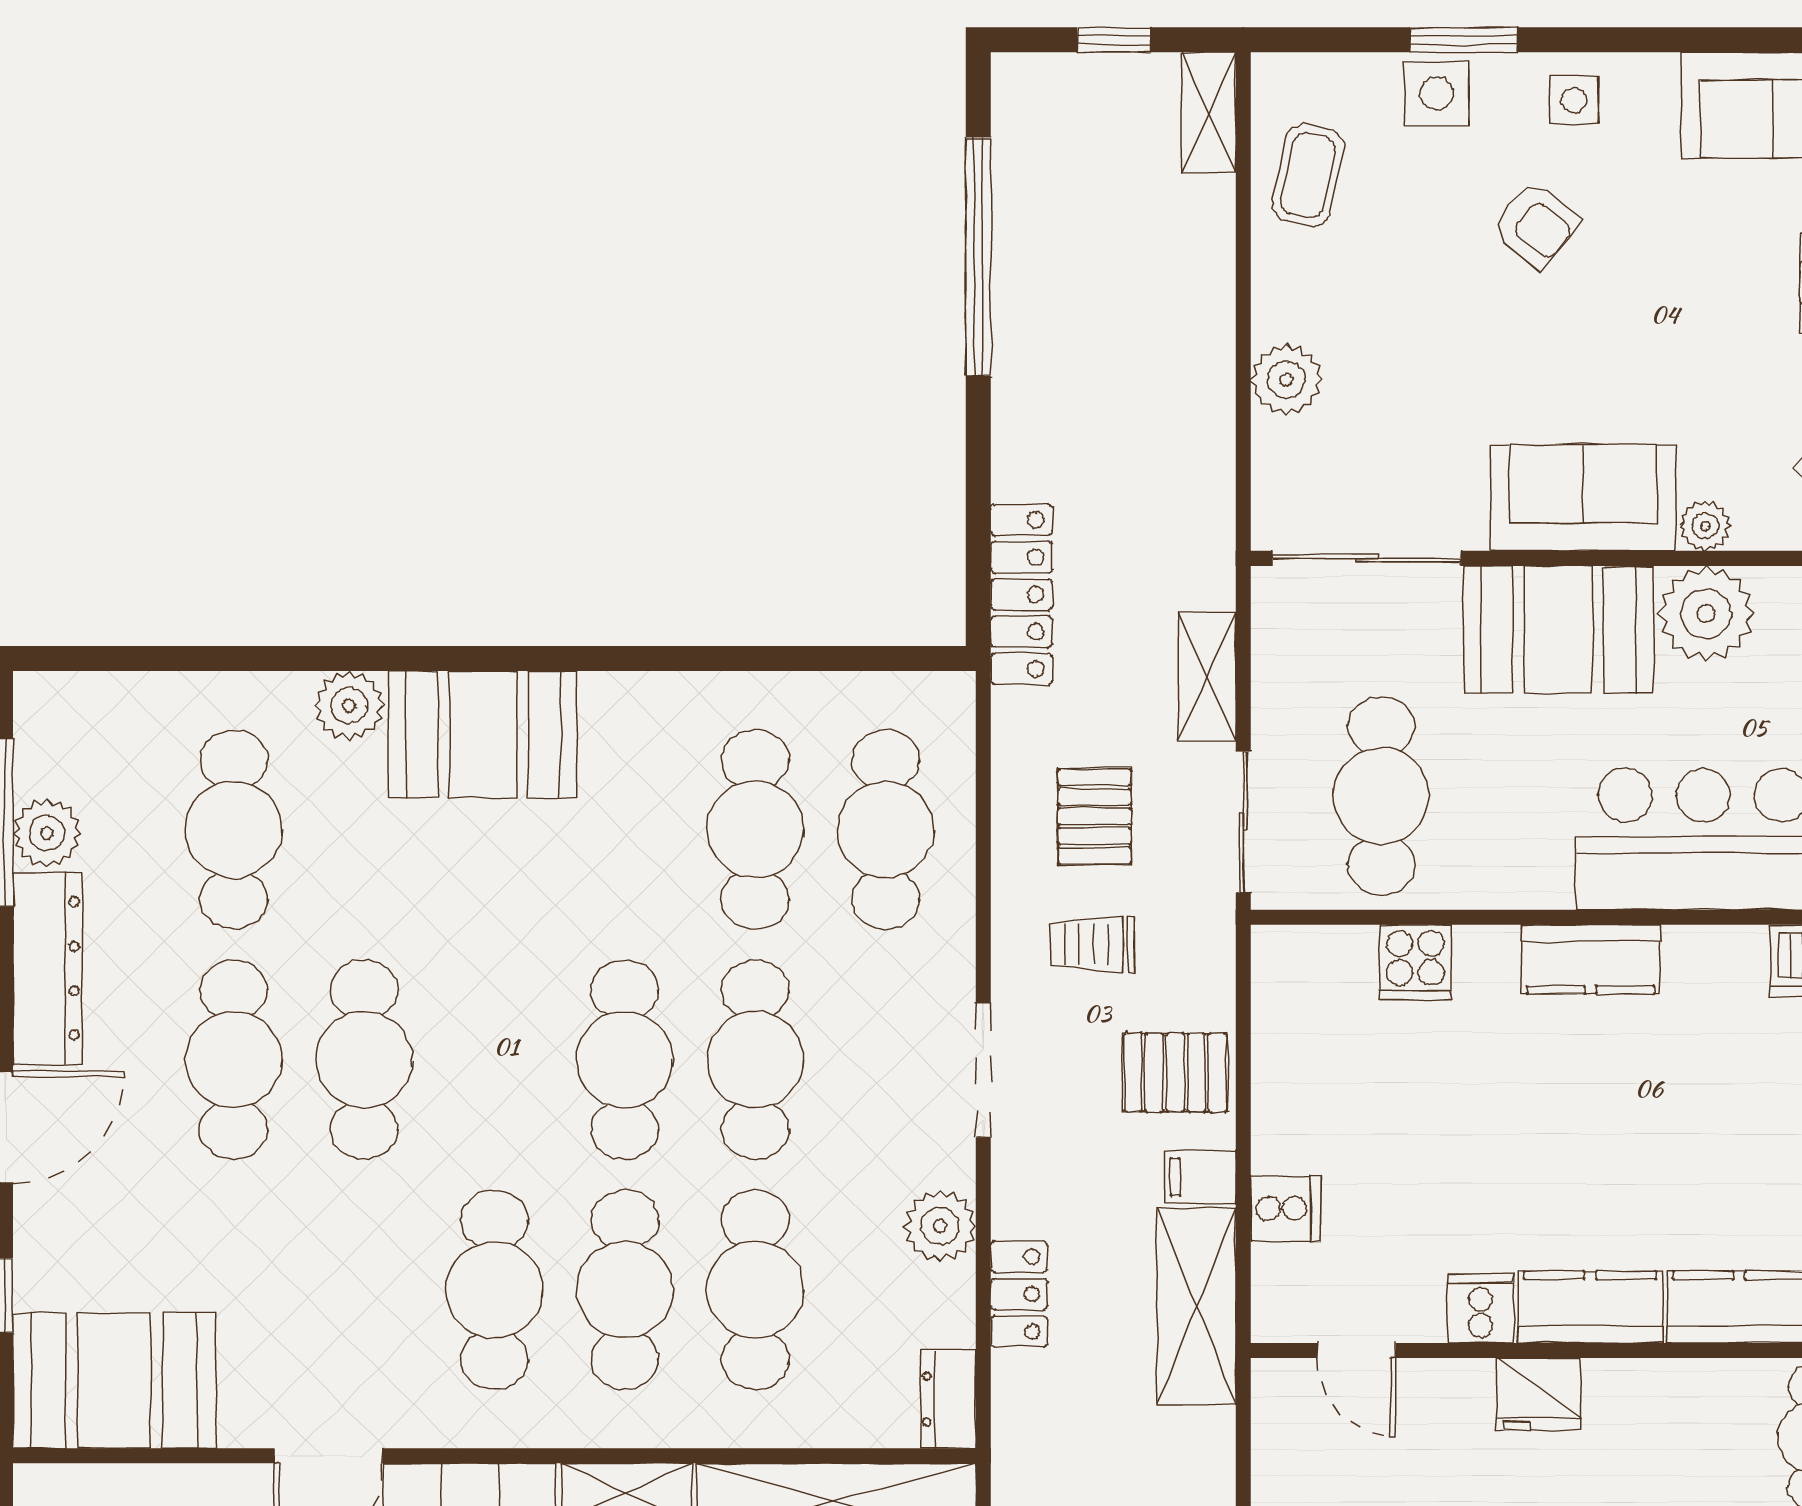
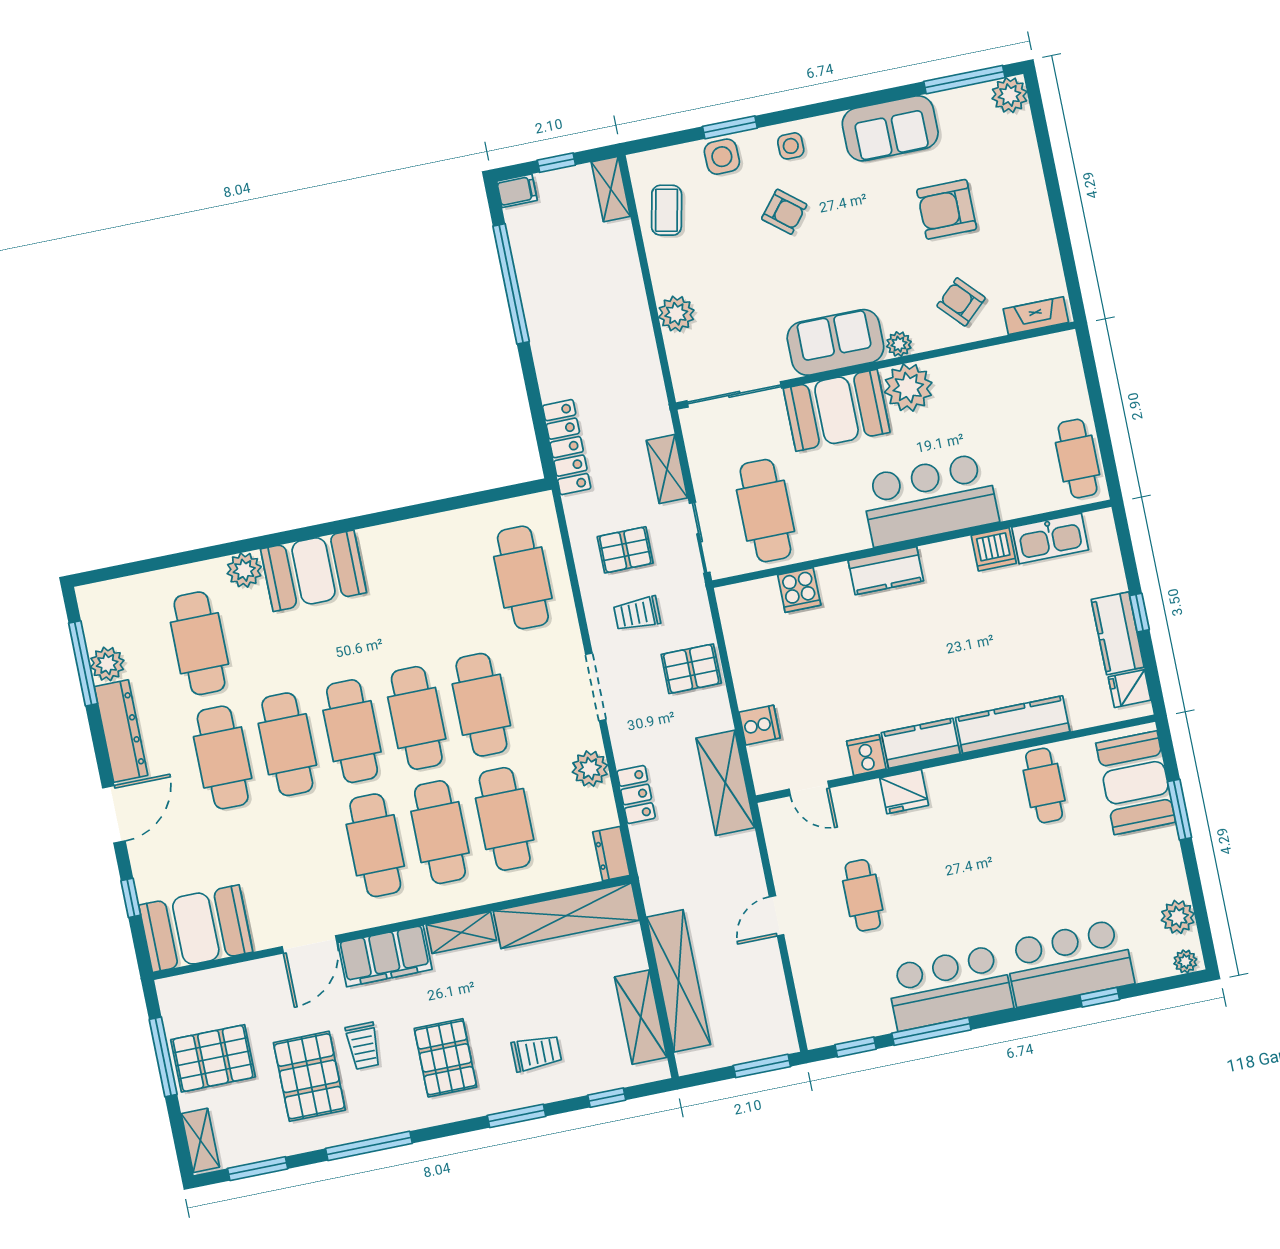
pallet: (1094, 816) -> (625, 550), turned 90
cafe table: (755, 830) -> (352, 731), moved
filing cabinet: (1200, 1177) -> (517, 191), moved, turned 180

